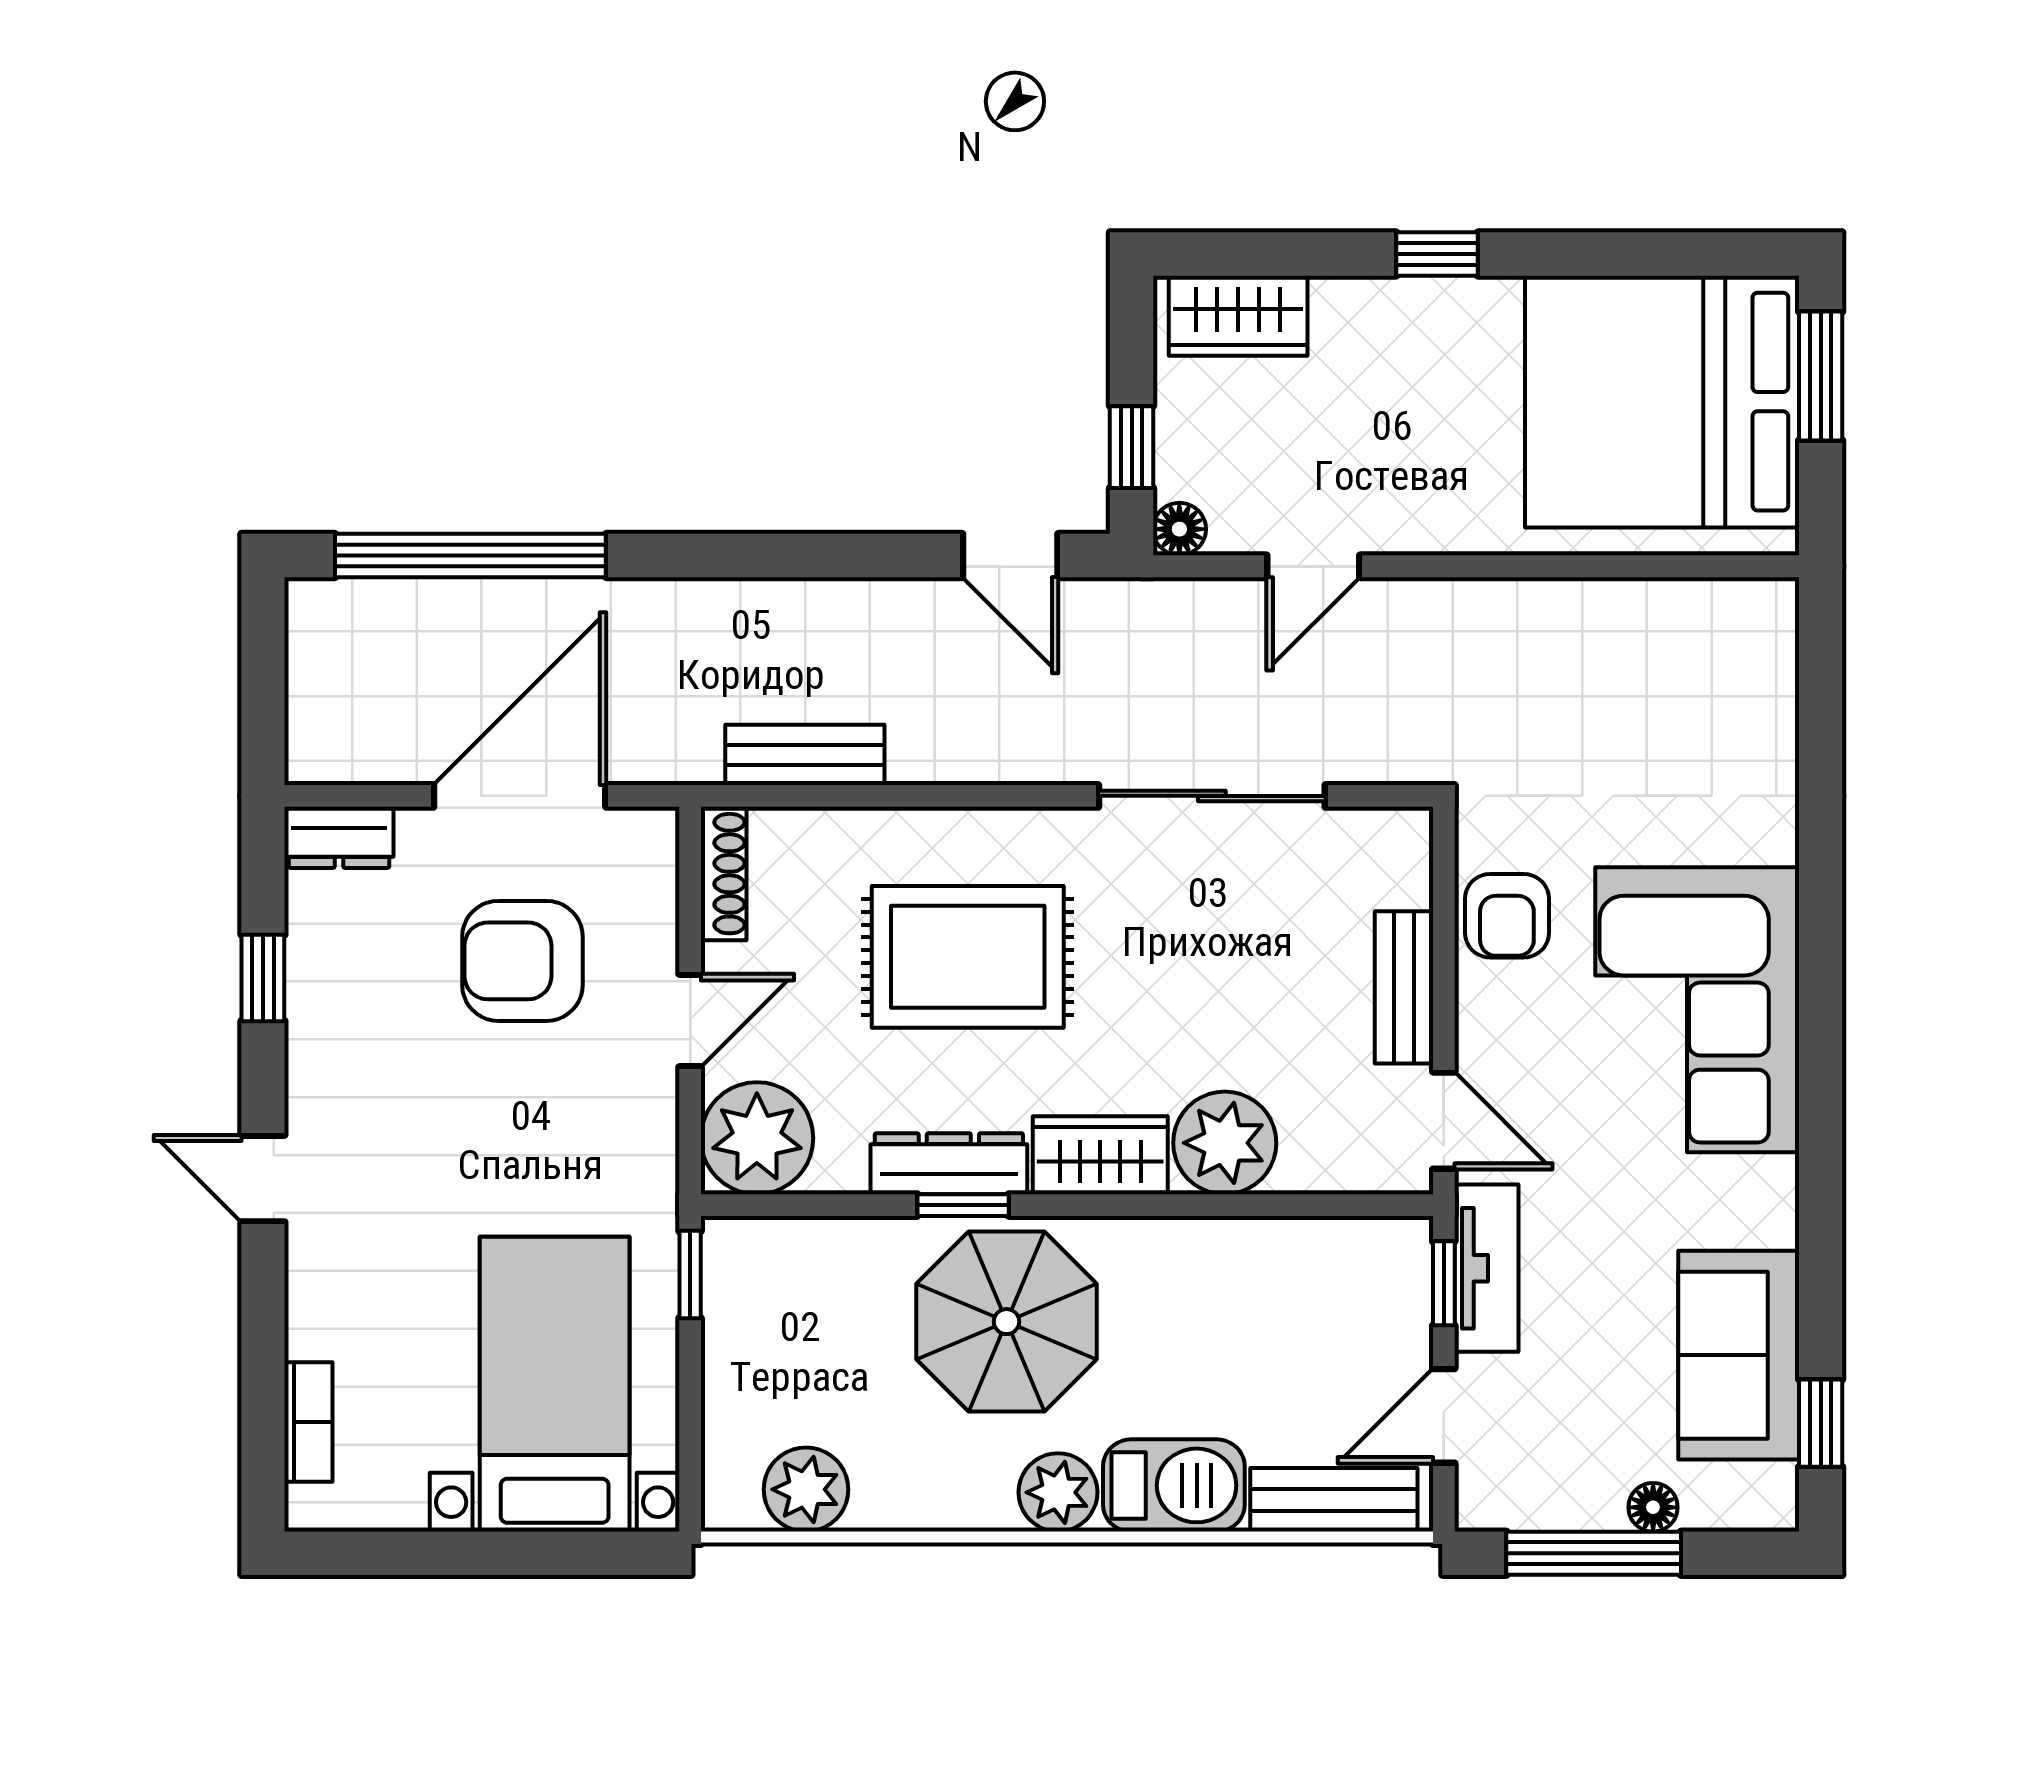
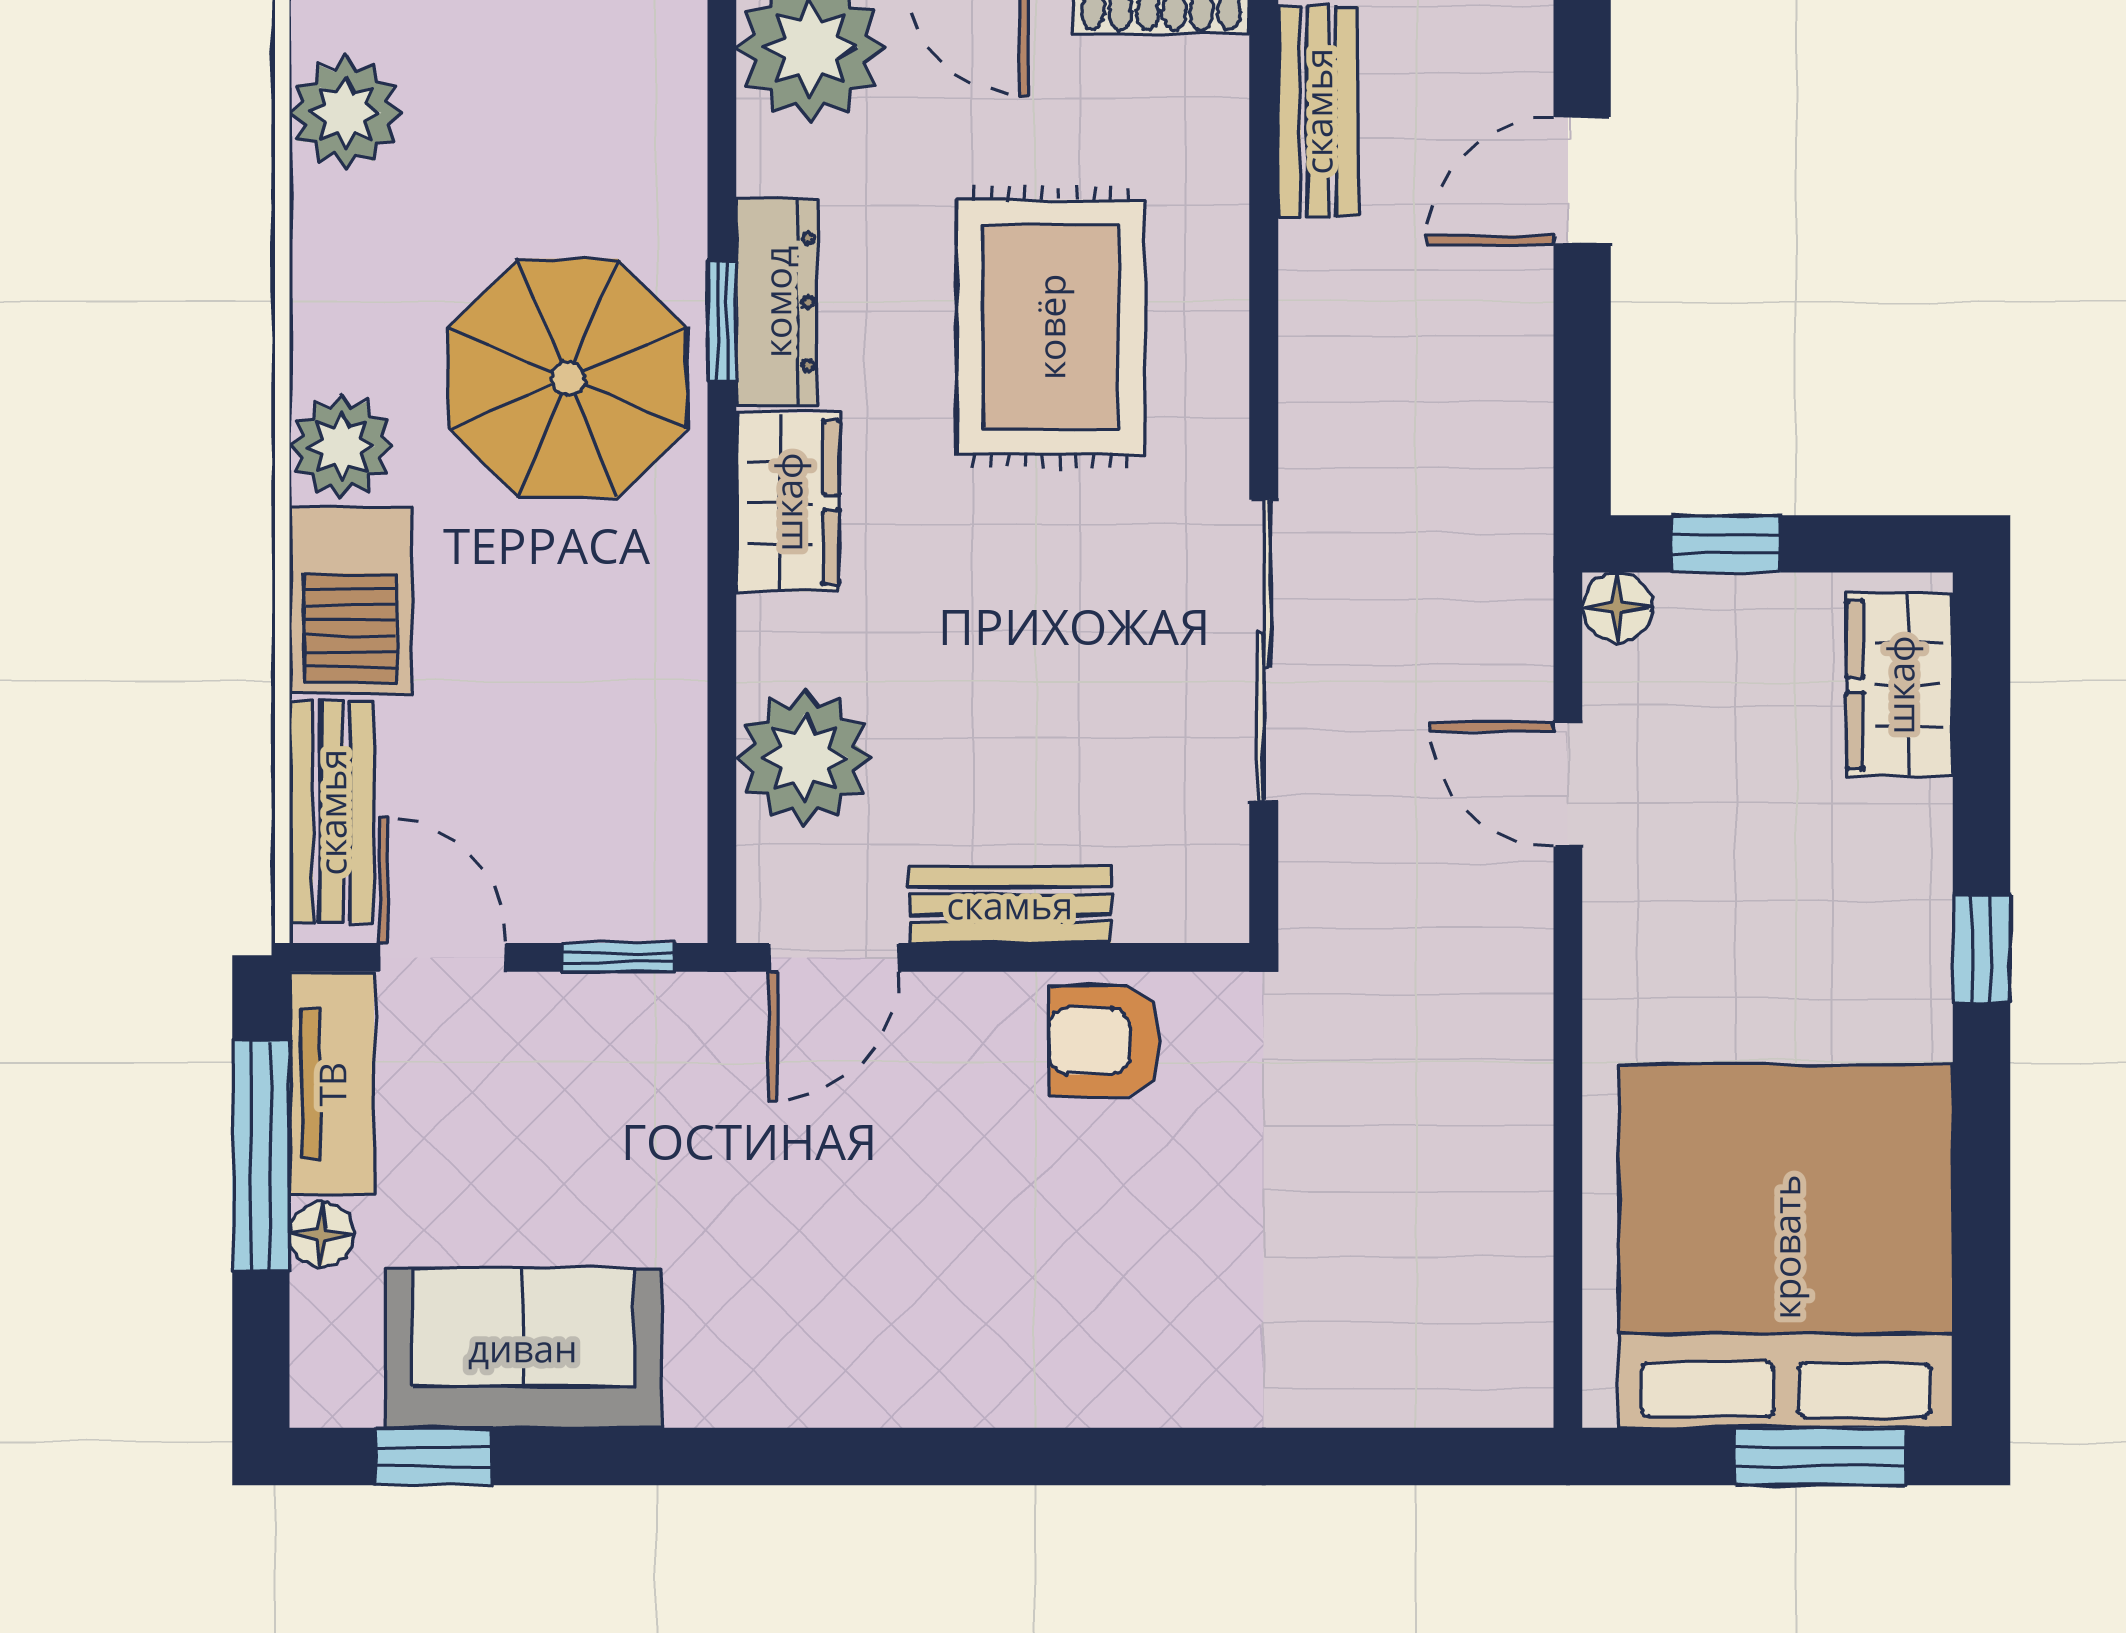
door: (1010, 555) -> (1582, 181), moved
corner sofa: (1697, 1010) -> (981, 1293), removed
plant: (1225, 1143) -> (804, 758), moved
tv unit: (1487, 1268) -> (332, 1084), moved, turned -90

